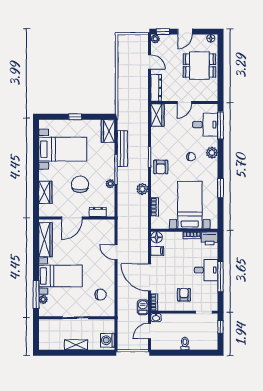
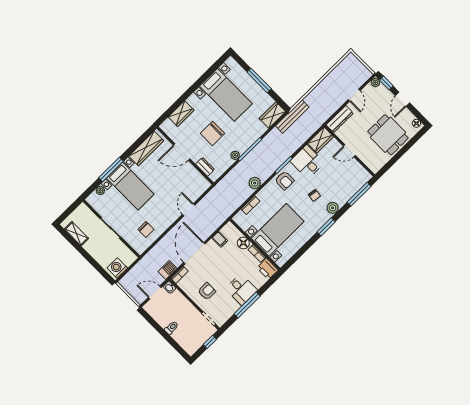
door: (185, 32) -> (402, 99), hinge flipped
window: (75, 117) -> (259, 80), width x2.17
desk: (205, 125) -> (307, 162), moved, turned 180
bench: (122, 149) -> (292, 116), moved
armchair: (161, 167) -> (285, 180), turned -90
chair: (80, 184) -> (213, 133), turned 180
window: (220, 188) -> (326, 227), moved
floor lamp: (157, 237) -> (243, 243), moved
window: (36, 294) -> (111, 169), moved
shelving: (76, 345) -> (76, 234), moved

